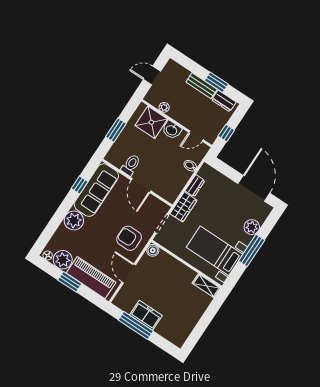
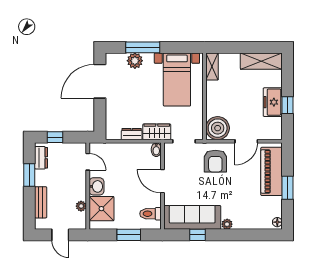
bench: (202, 86) -> (41, 202), moved
window: (226, 133) -> (55, 137), moved
toilet: (131, 165) -> (150, 214), moved
bidet: (190, 166) -> (156, 150), moved
door: (141, 185) -> (162, 181), swing flipped
plant: (74, 220) -> (227, 224), width x0.53, depth x0.53
boiler: (153, 250) -> (218, 128), width x1.86, depth x1.86
window: (252, 251) -> (143, 47), moved
plant: (63, 260) -> (272, 207), removed
window: (136, 325) -> (287, 105), width x0.46
shelving: (185, 328) -> (261, 61), added

